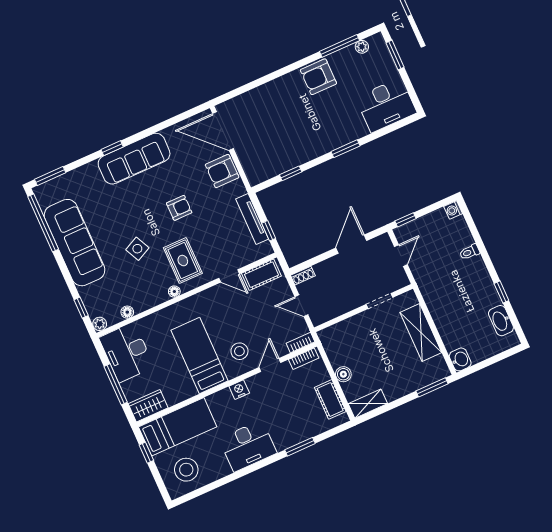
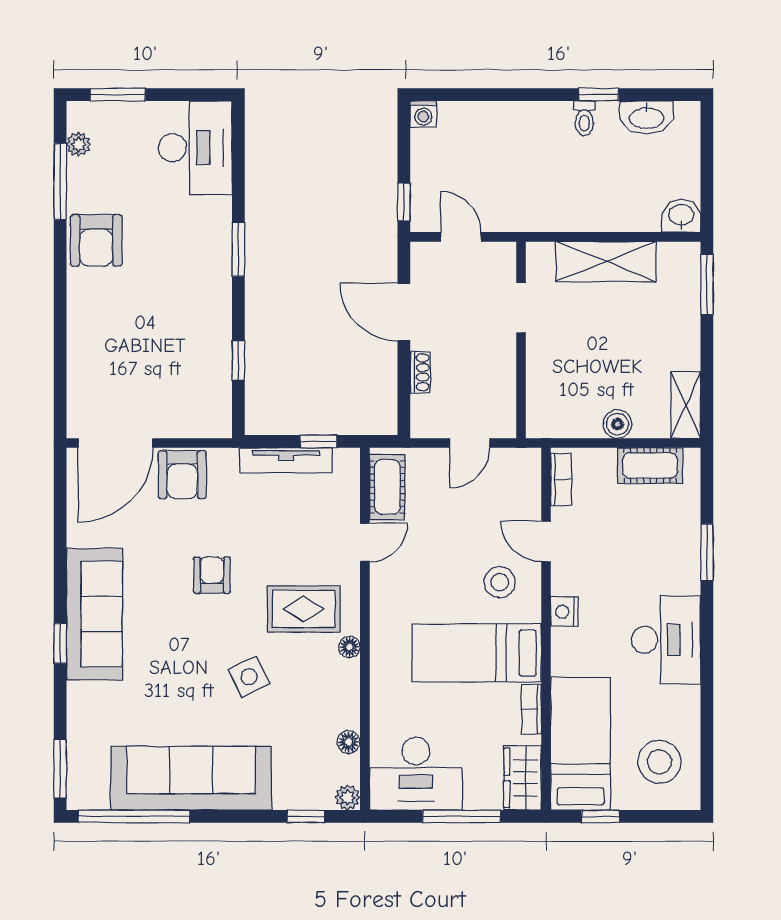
toilet: (470, 252) -> (584, 118), moved
shoe rack: (303, 276) -> (420, 372), moved
bookcase: (300, 343) -> (531, 709), moved

